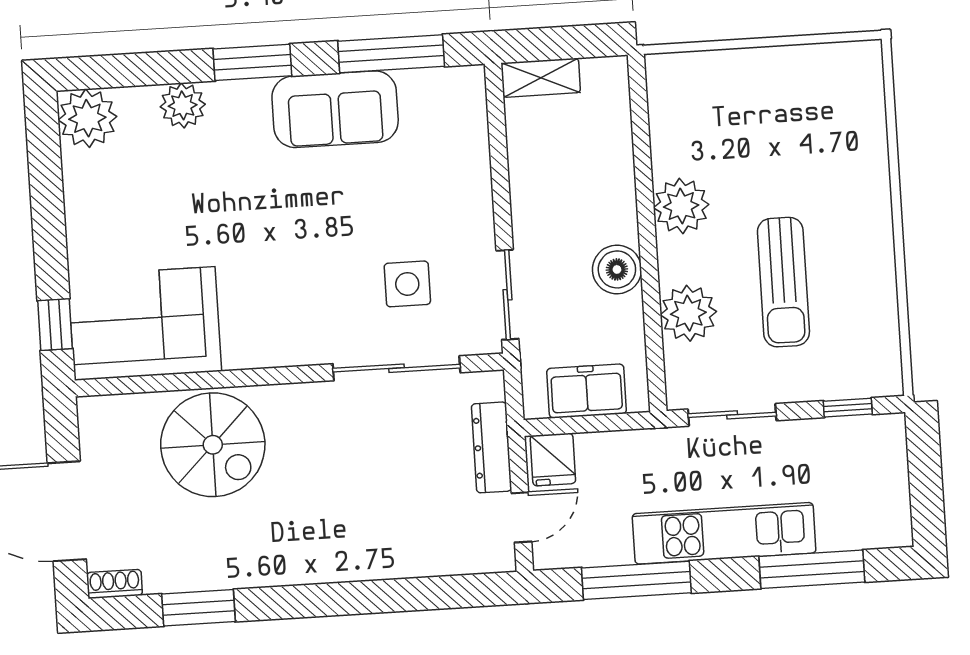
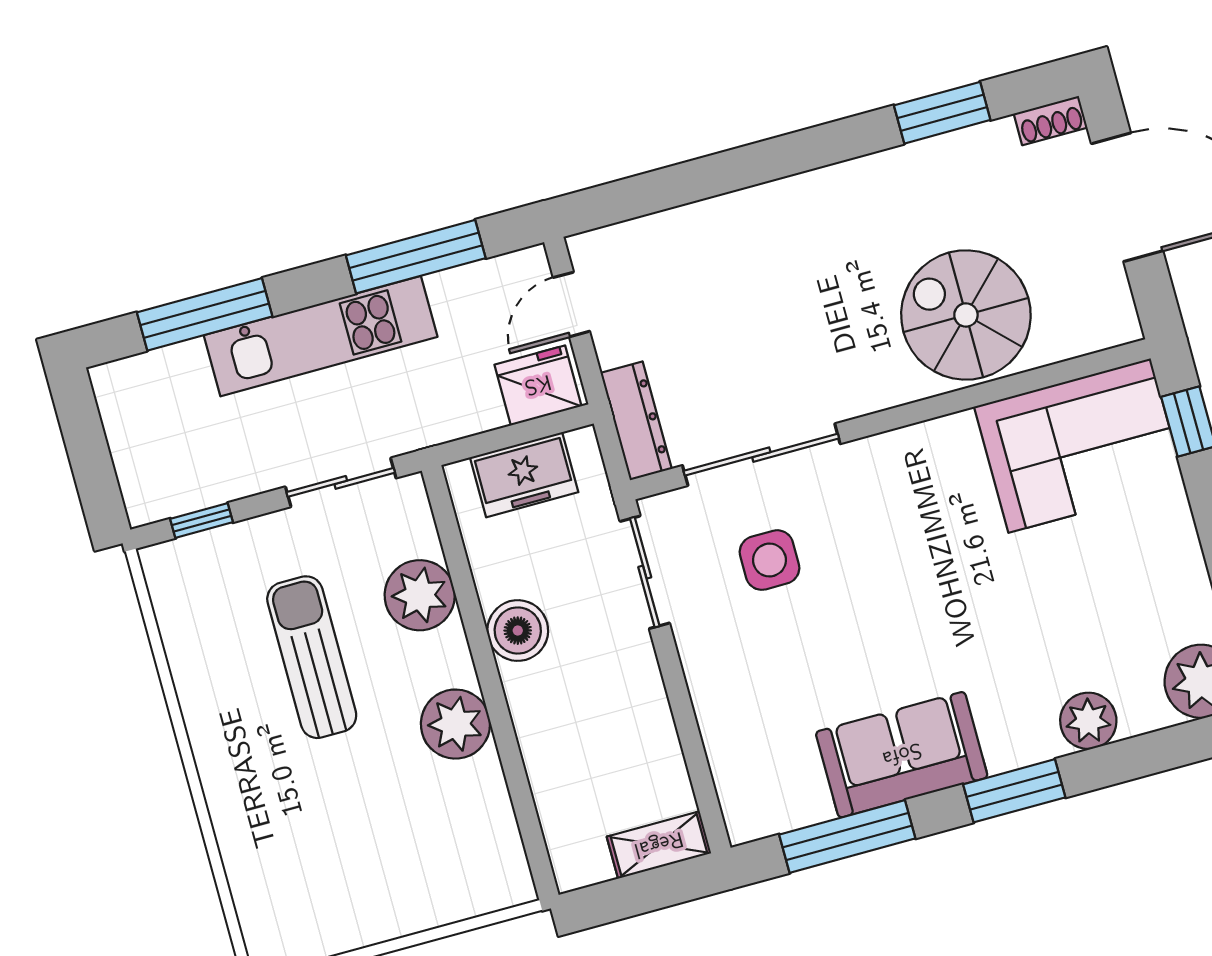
dresser: (492, 447) -> (636, 421), moved
fridge: (553, 460) -> (538, 385), width x1.38

